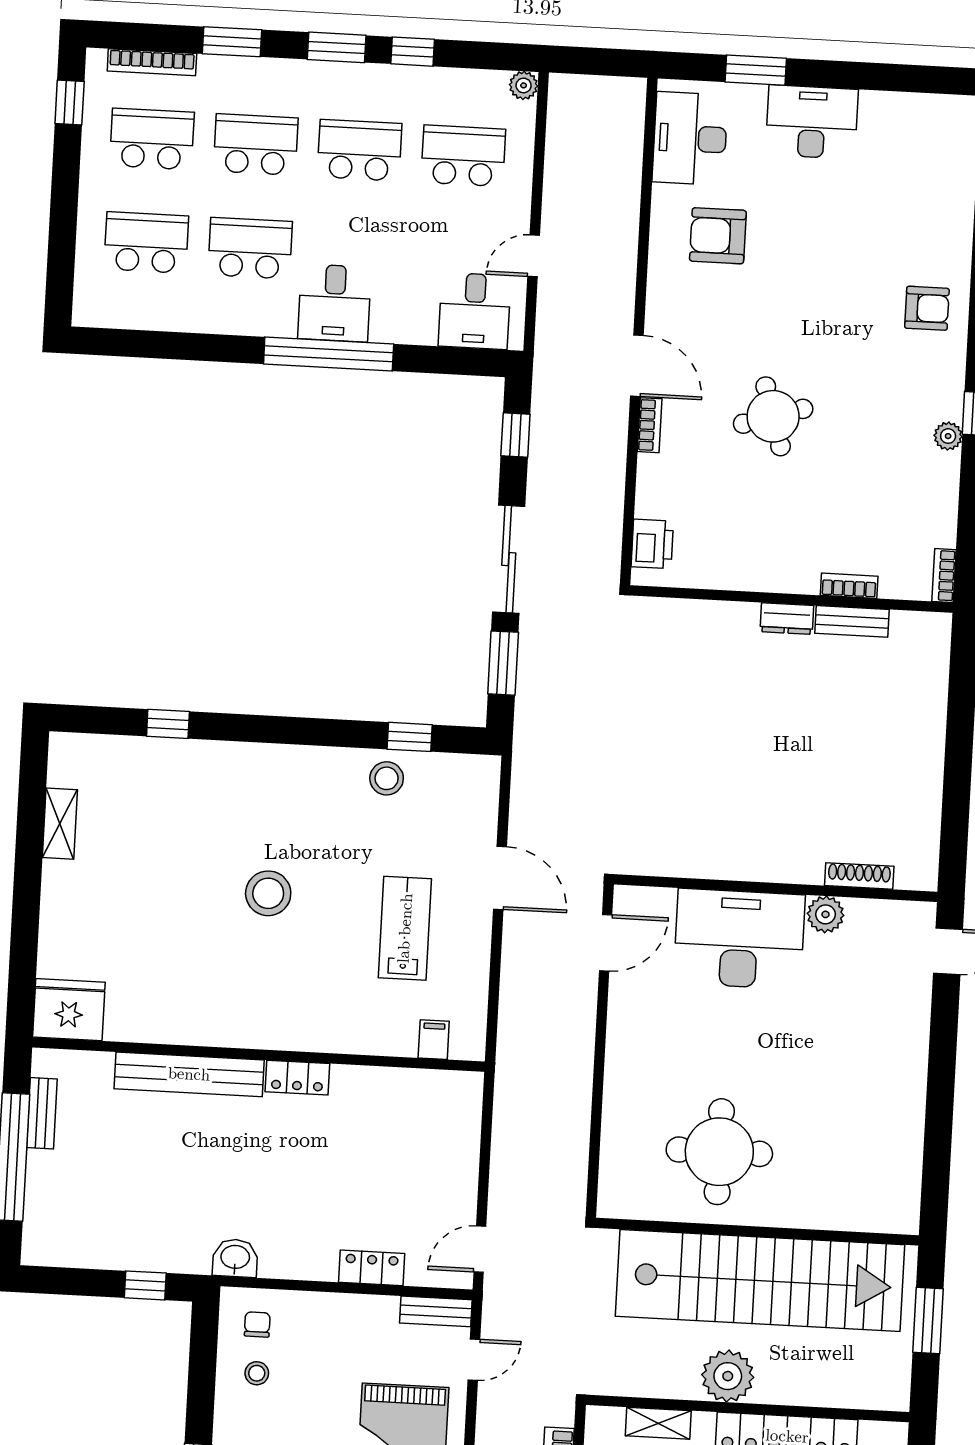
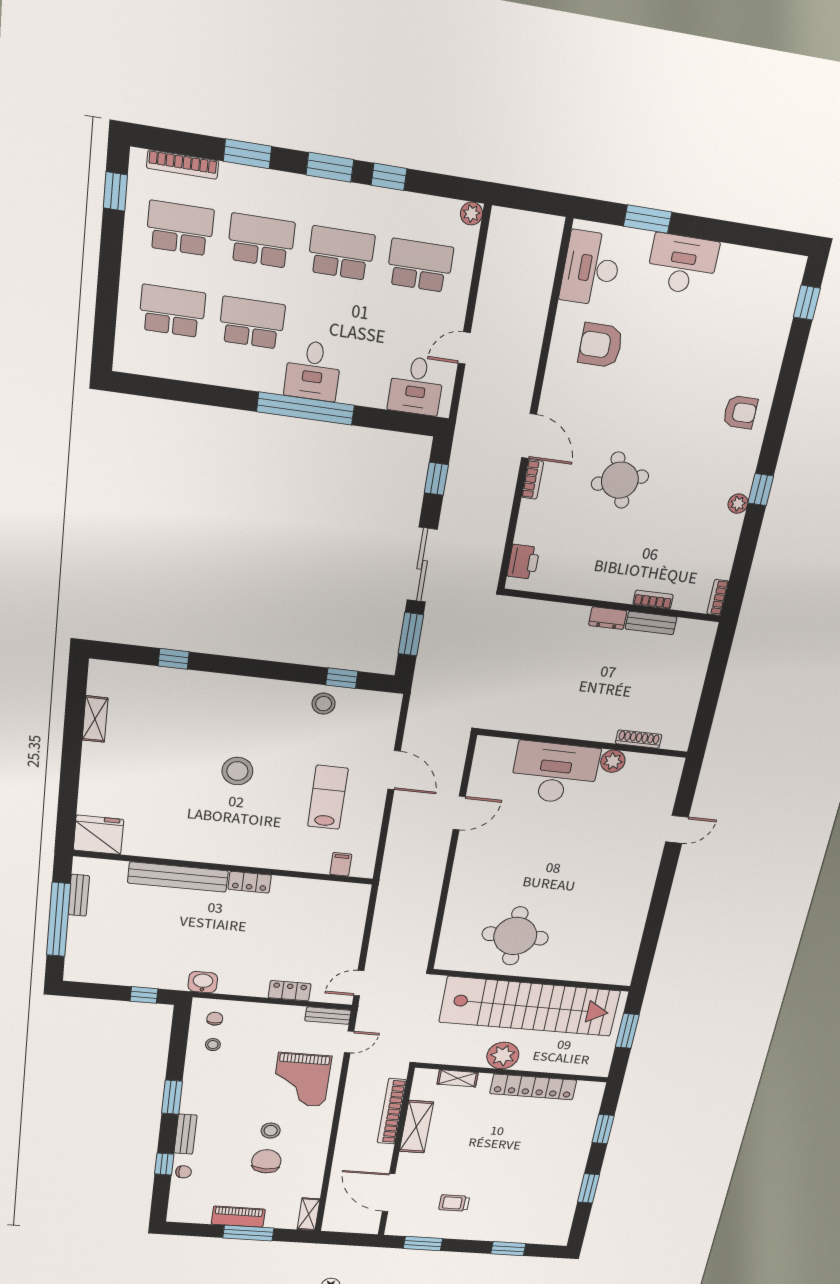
shoe rack: (859, 876) -> (639, 739), moved
wall: (776, 888) -> (583, 743), moved
plant: (826, 914) -> (613, 761), moved
desk: (739, 939) -> (555, 773), moved

